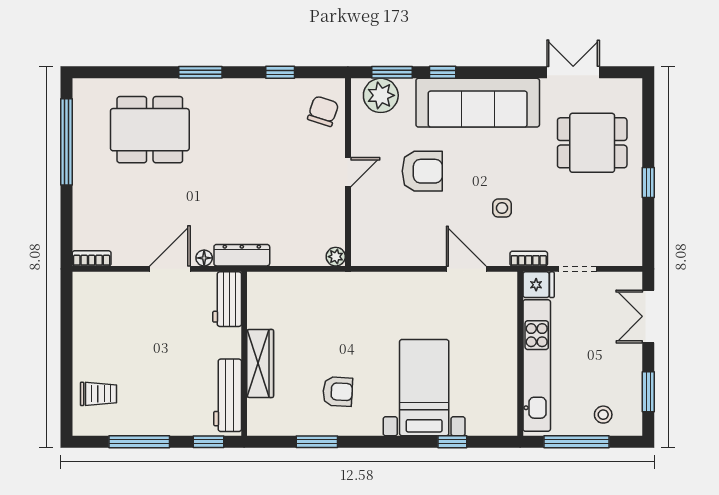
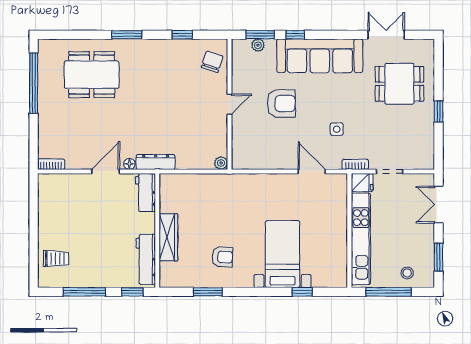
plant: (381, 95) -> (258, 45), width x0.53, depth x0.53

